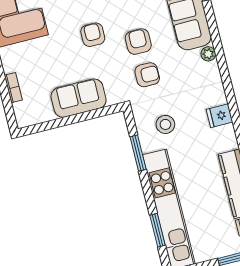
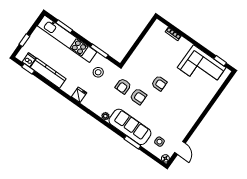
sofa: (79, 98) -> (143, 53), removed

